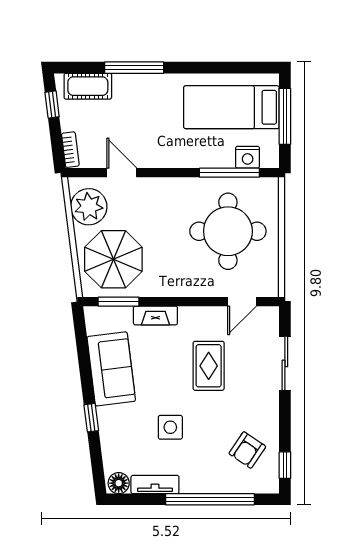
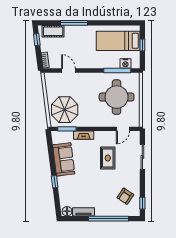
window: (285, 116) -> (142, 45), width x0.46
plant: (89, 207) -> (53, 86), removed
side table: (170, 427) -> (90, 186), removed

